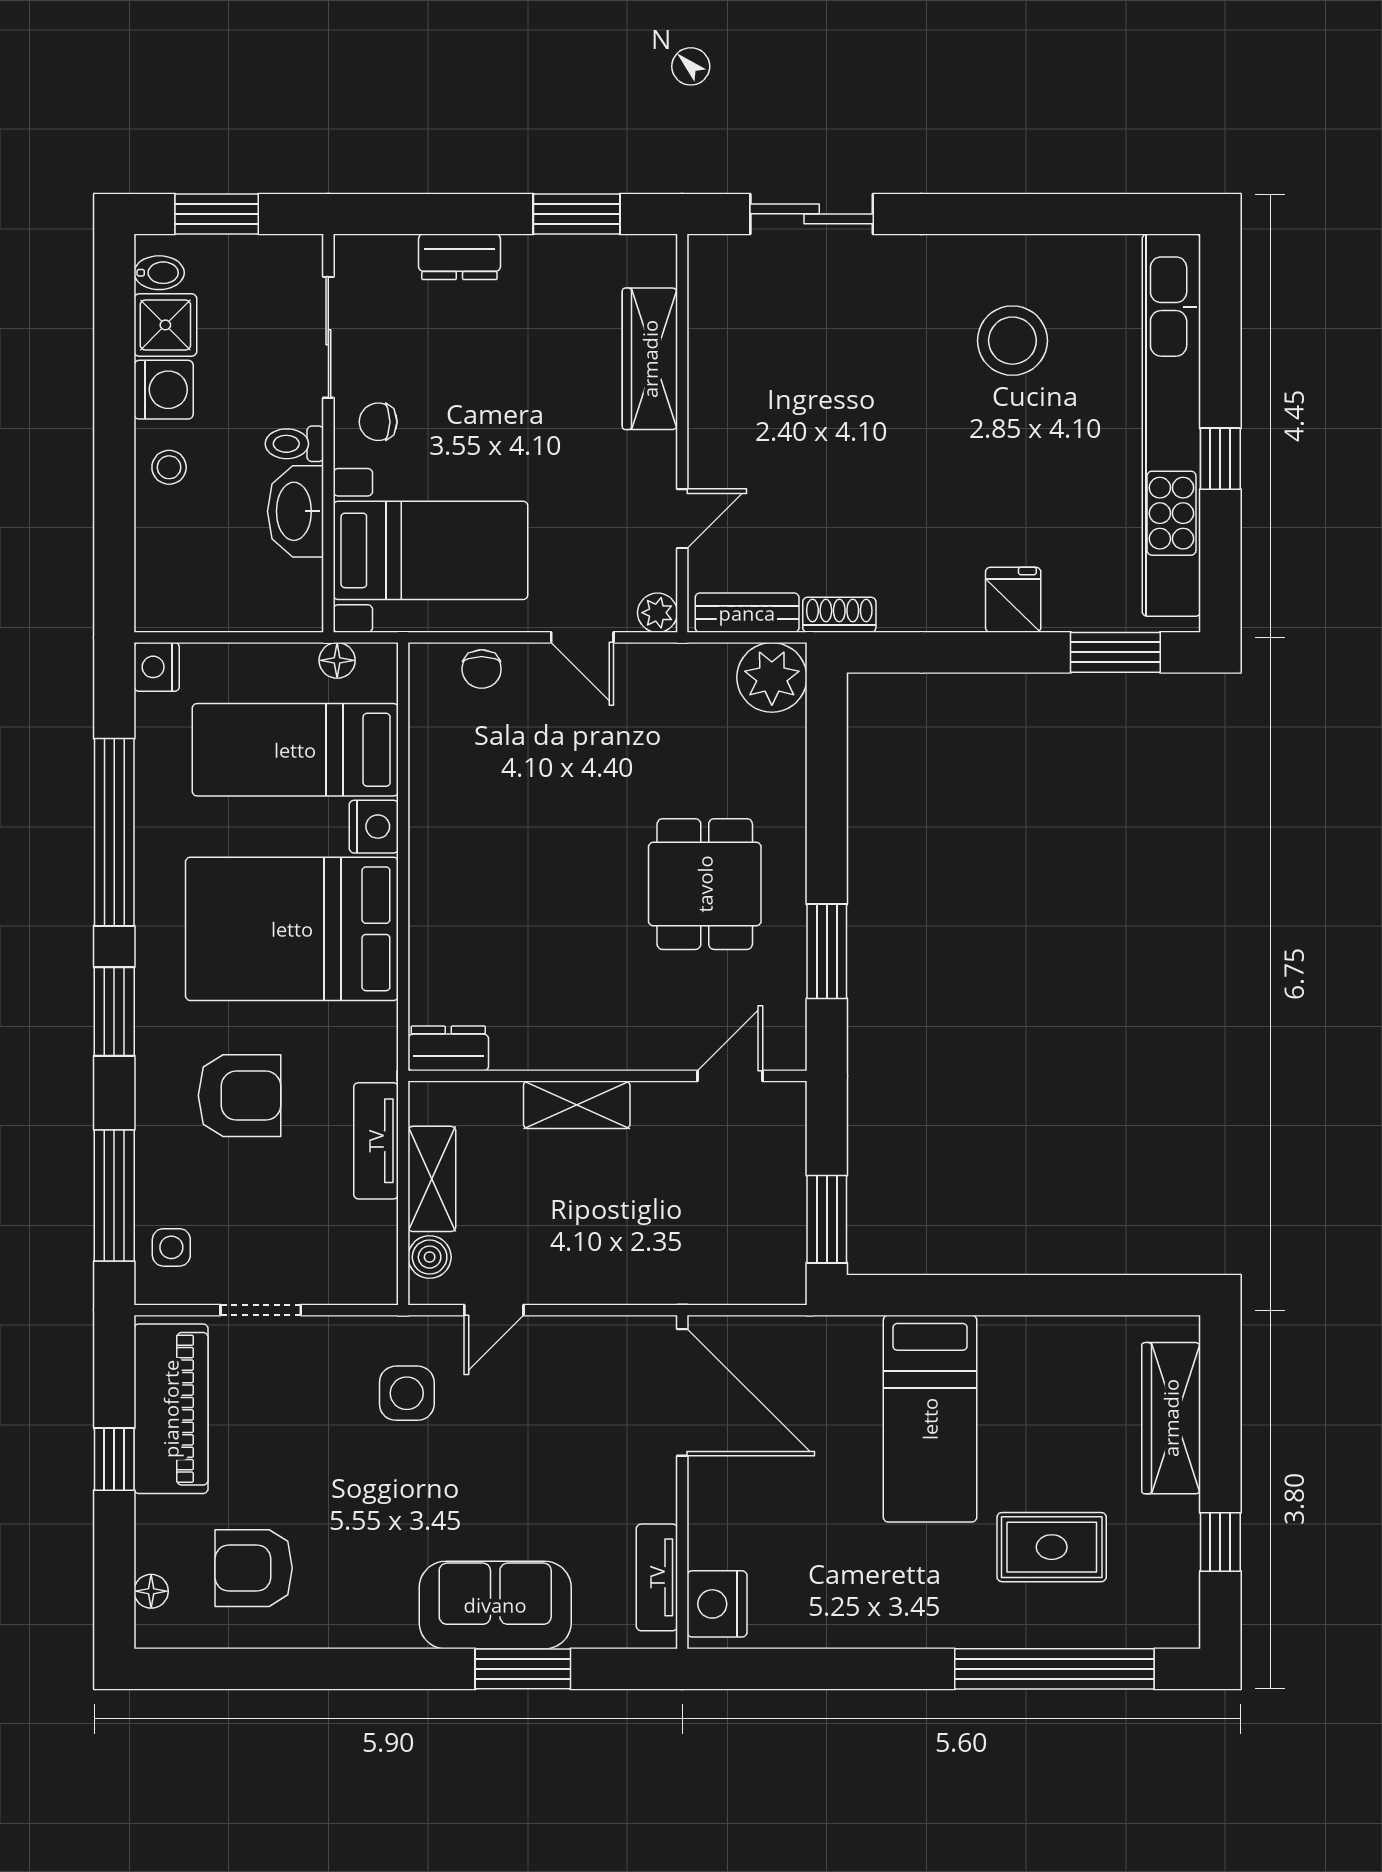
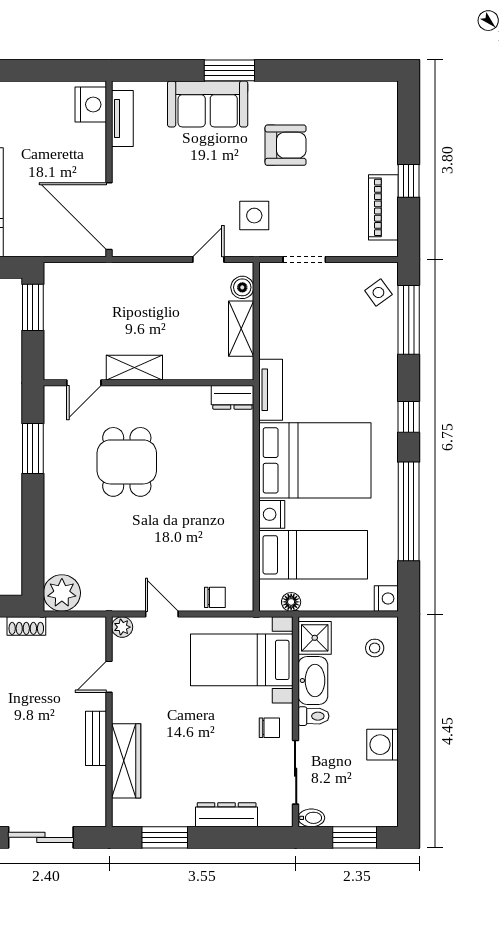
dresser: (459, 257) -> (227, 815), width x1.44
bidet: (159, 273) -> (311, 818), moved, turned 180
shower: (165, 325) -> (315, 638), moved
stool: (169, 467) -> (375, 648), moved
bench: (747, 613) -> (96, 738), moved, turned 90
chair: (482, 669) -> (215, 597), turned 90
dining table: (705, 884) -> (127, 462), moved
window: (114, 1011) -> (409, 417), width x0.67
armchair: (240, 1096) -> (342, 372), removed
shelving: (577, 1105) -> (134, 368), moved
tv unit: (376, 1141) -> (271, 390), moved
side table: (171, 1247) -> (378, 292), turned -36
doorway: (261, 1310) -> (304, 259), moved
piano: (171, 1409) -> (383, 207), width x0.73, depth x0.75
armchair: (254, 1568) -> (286, 145), moved
floor lamp: (151, 1591) -> (389, 111), removed
window: (523, 1669) -> (229, 70), moved

